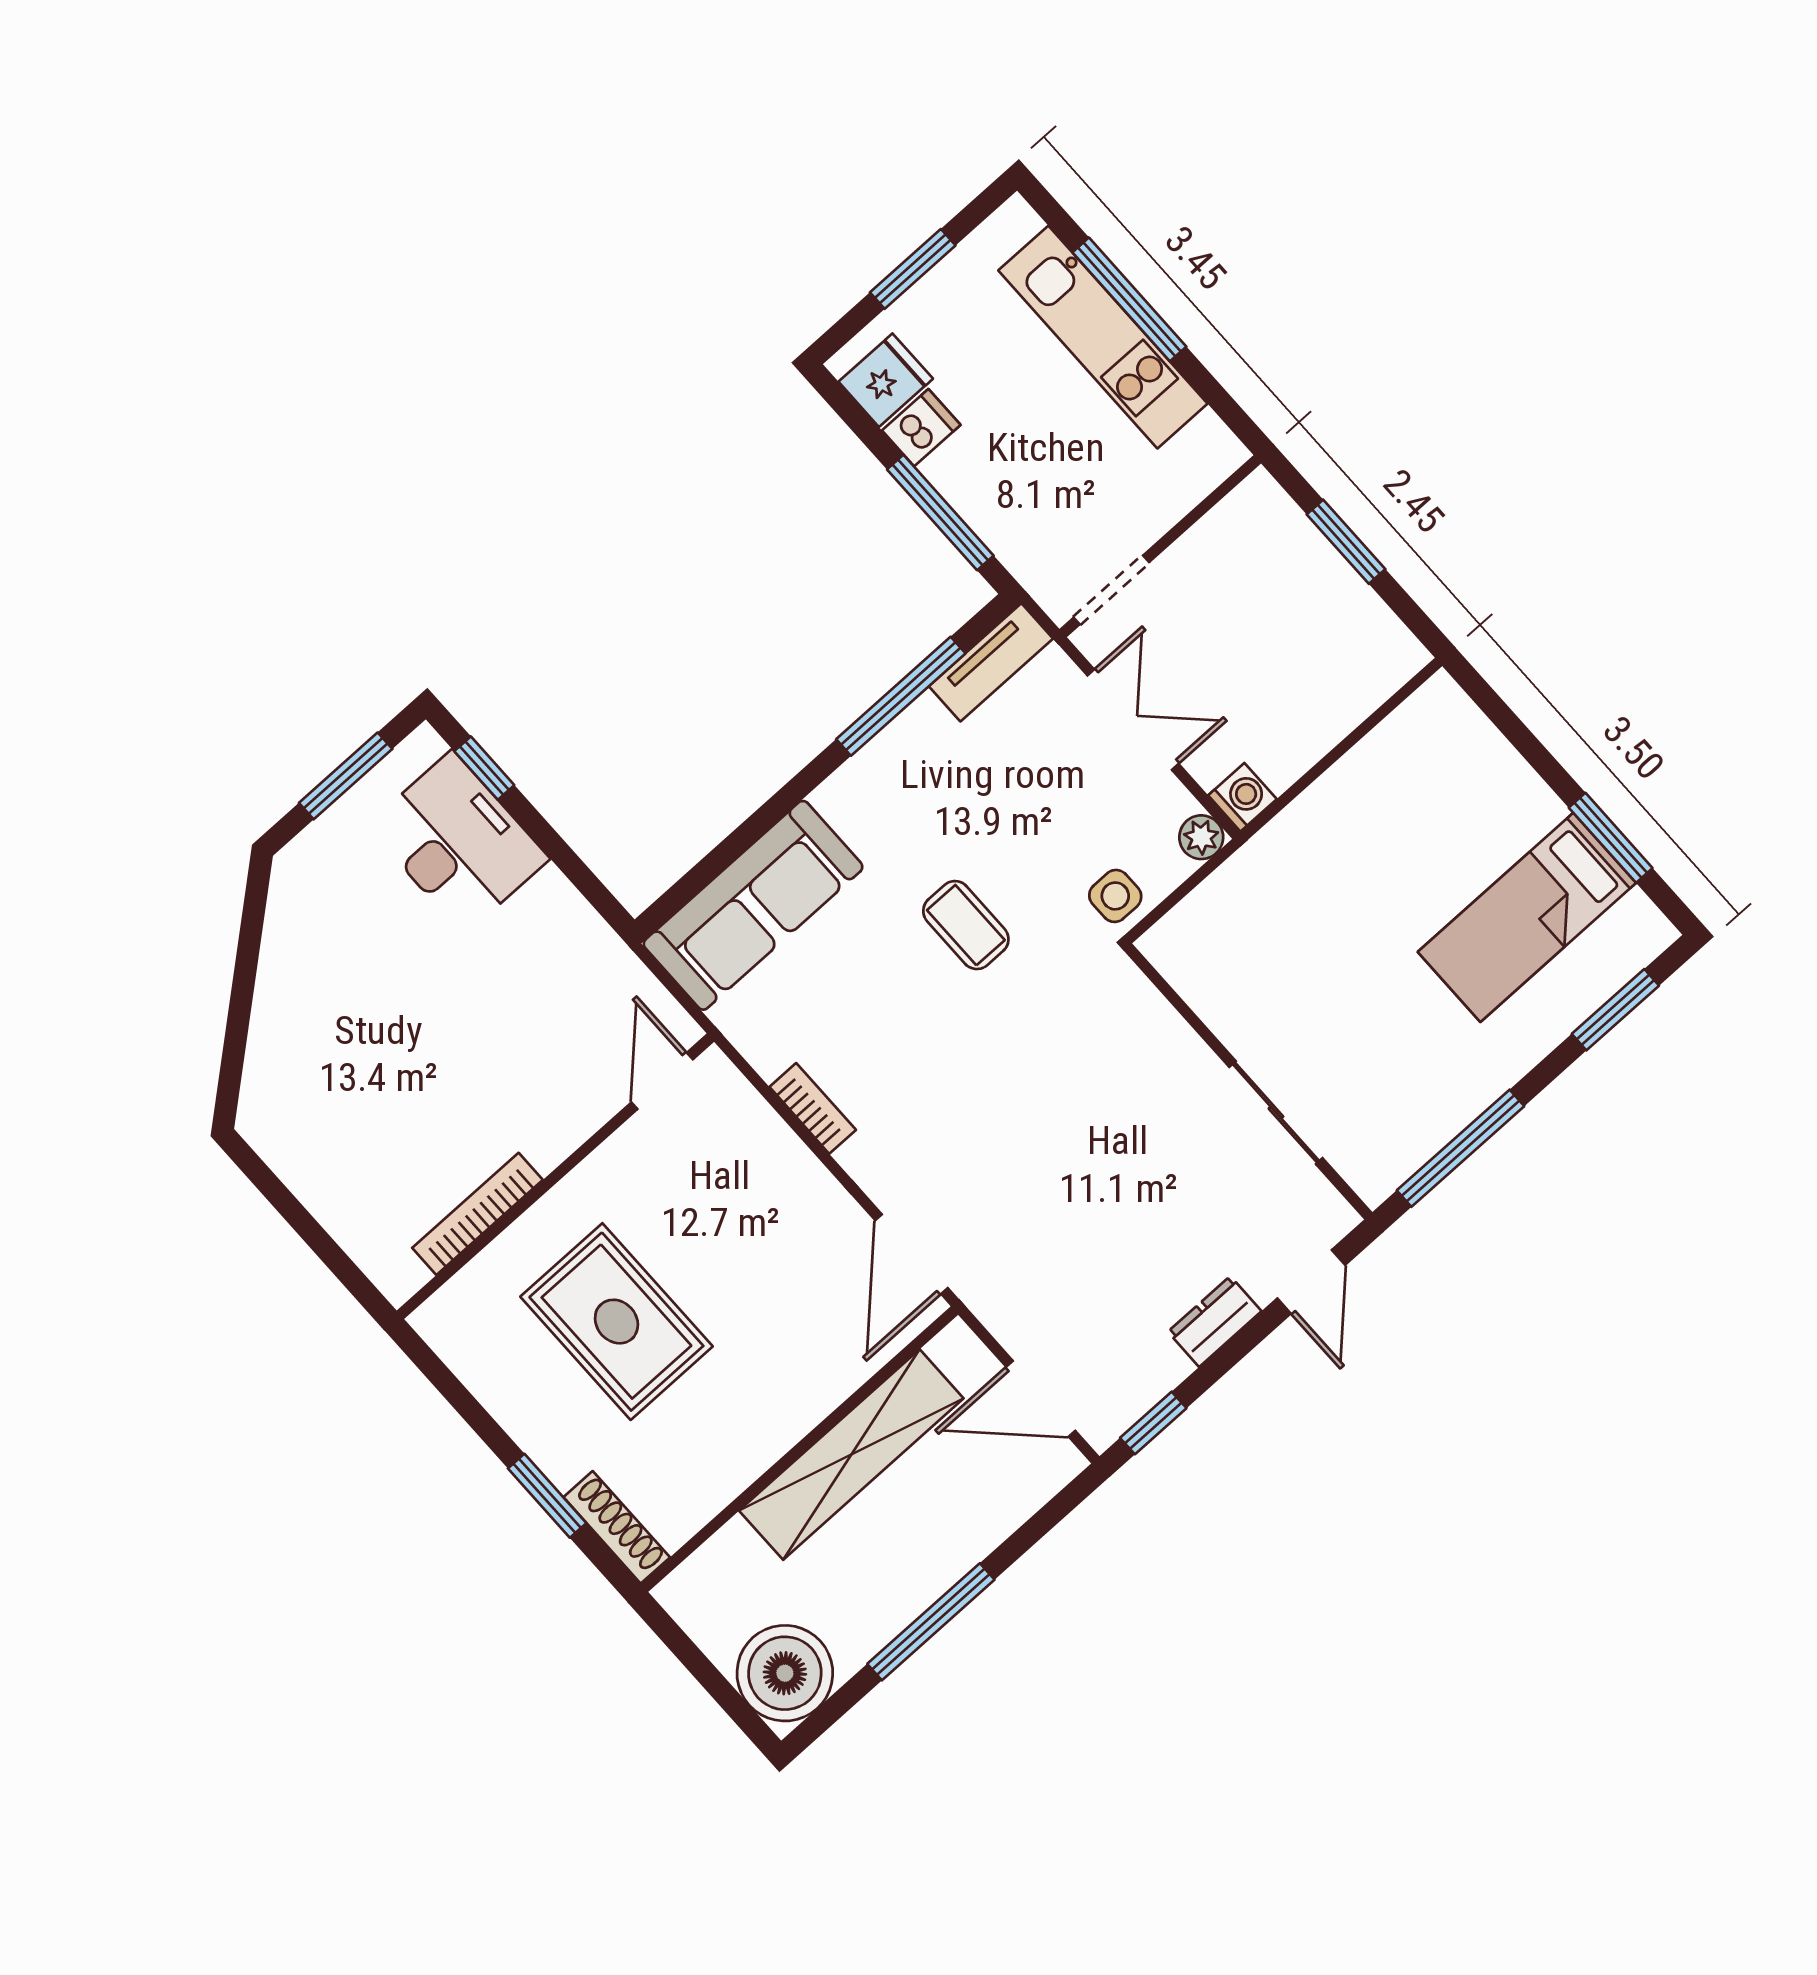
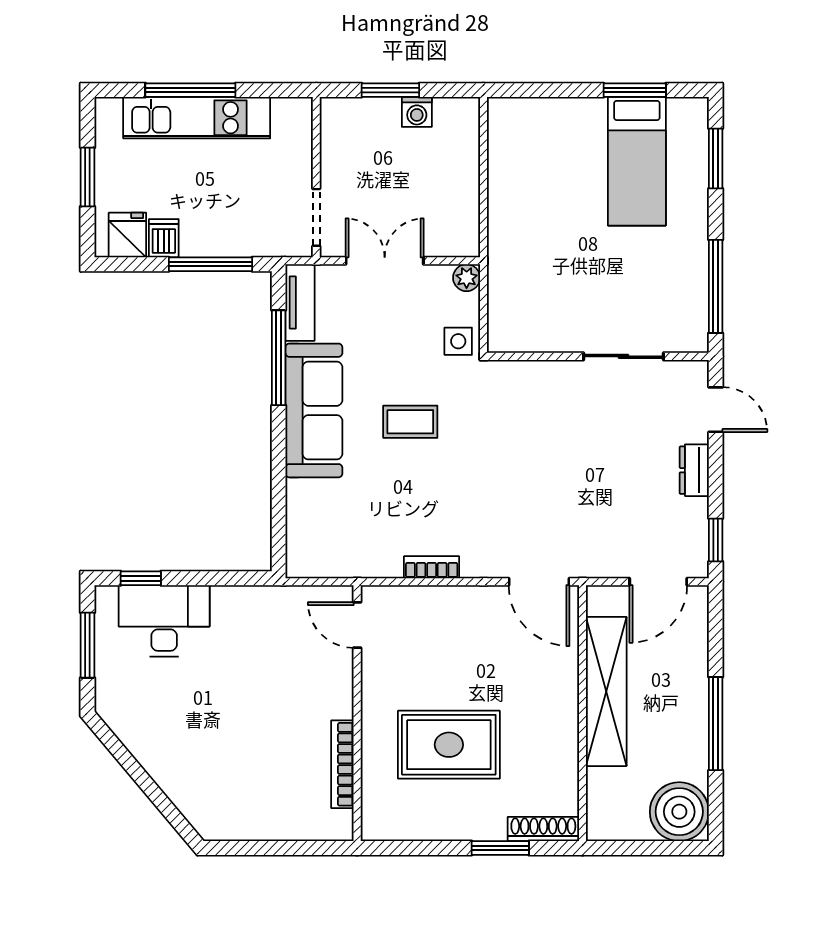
washing machine: (1242, 797) -> (417, 112), moved, turned 180
sofa: (753, 905) -> (314, 410), moved

